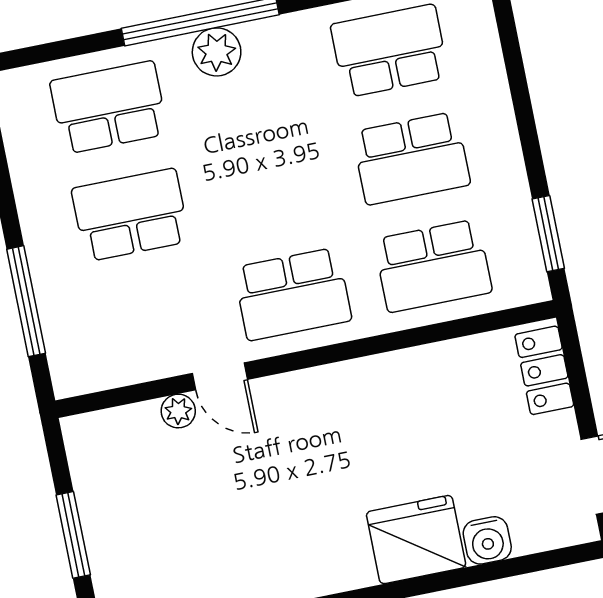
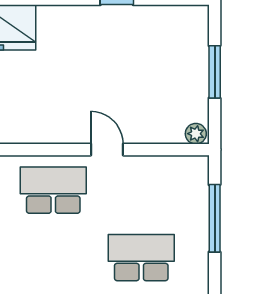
school desk: (131, 215) -> (141, 258), turned 180
plant: (178, 411) -> (196, 134), moved

